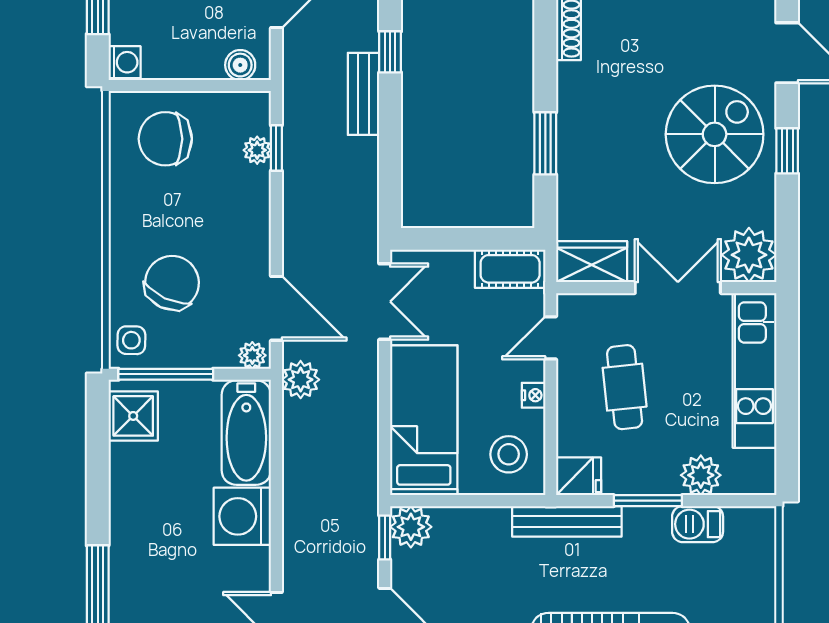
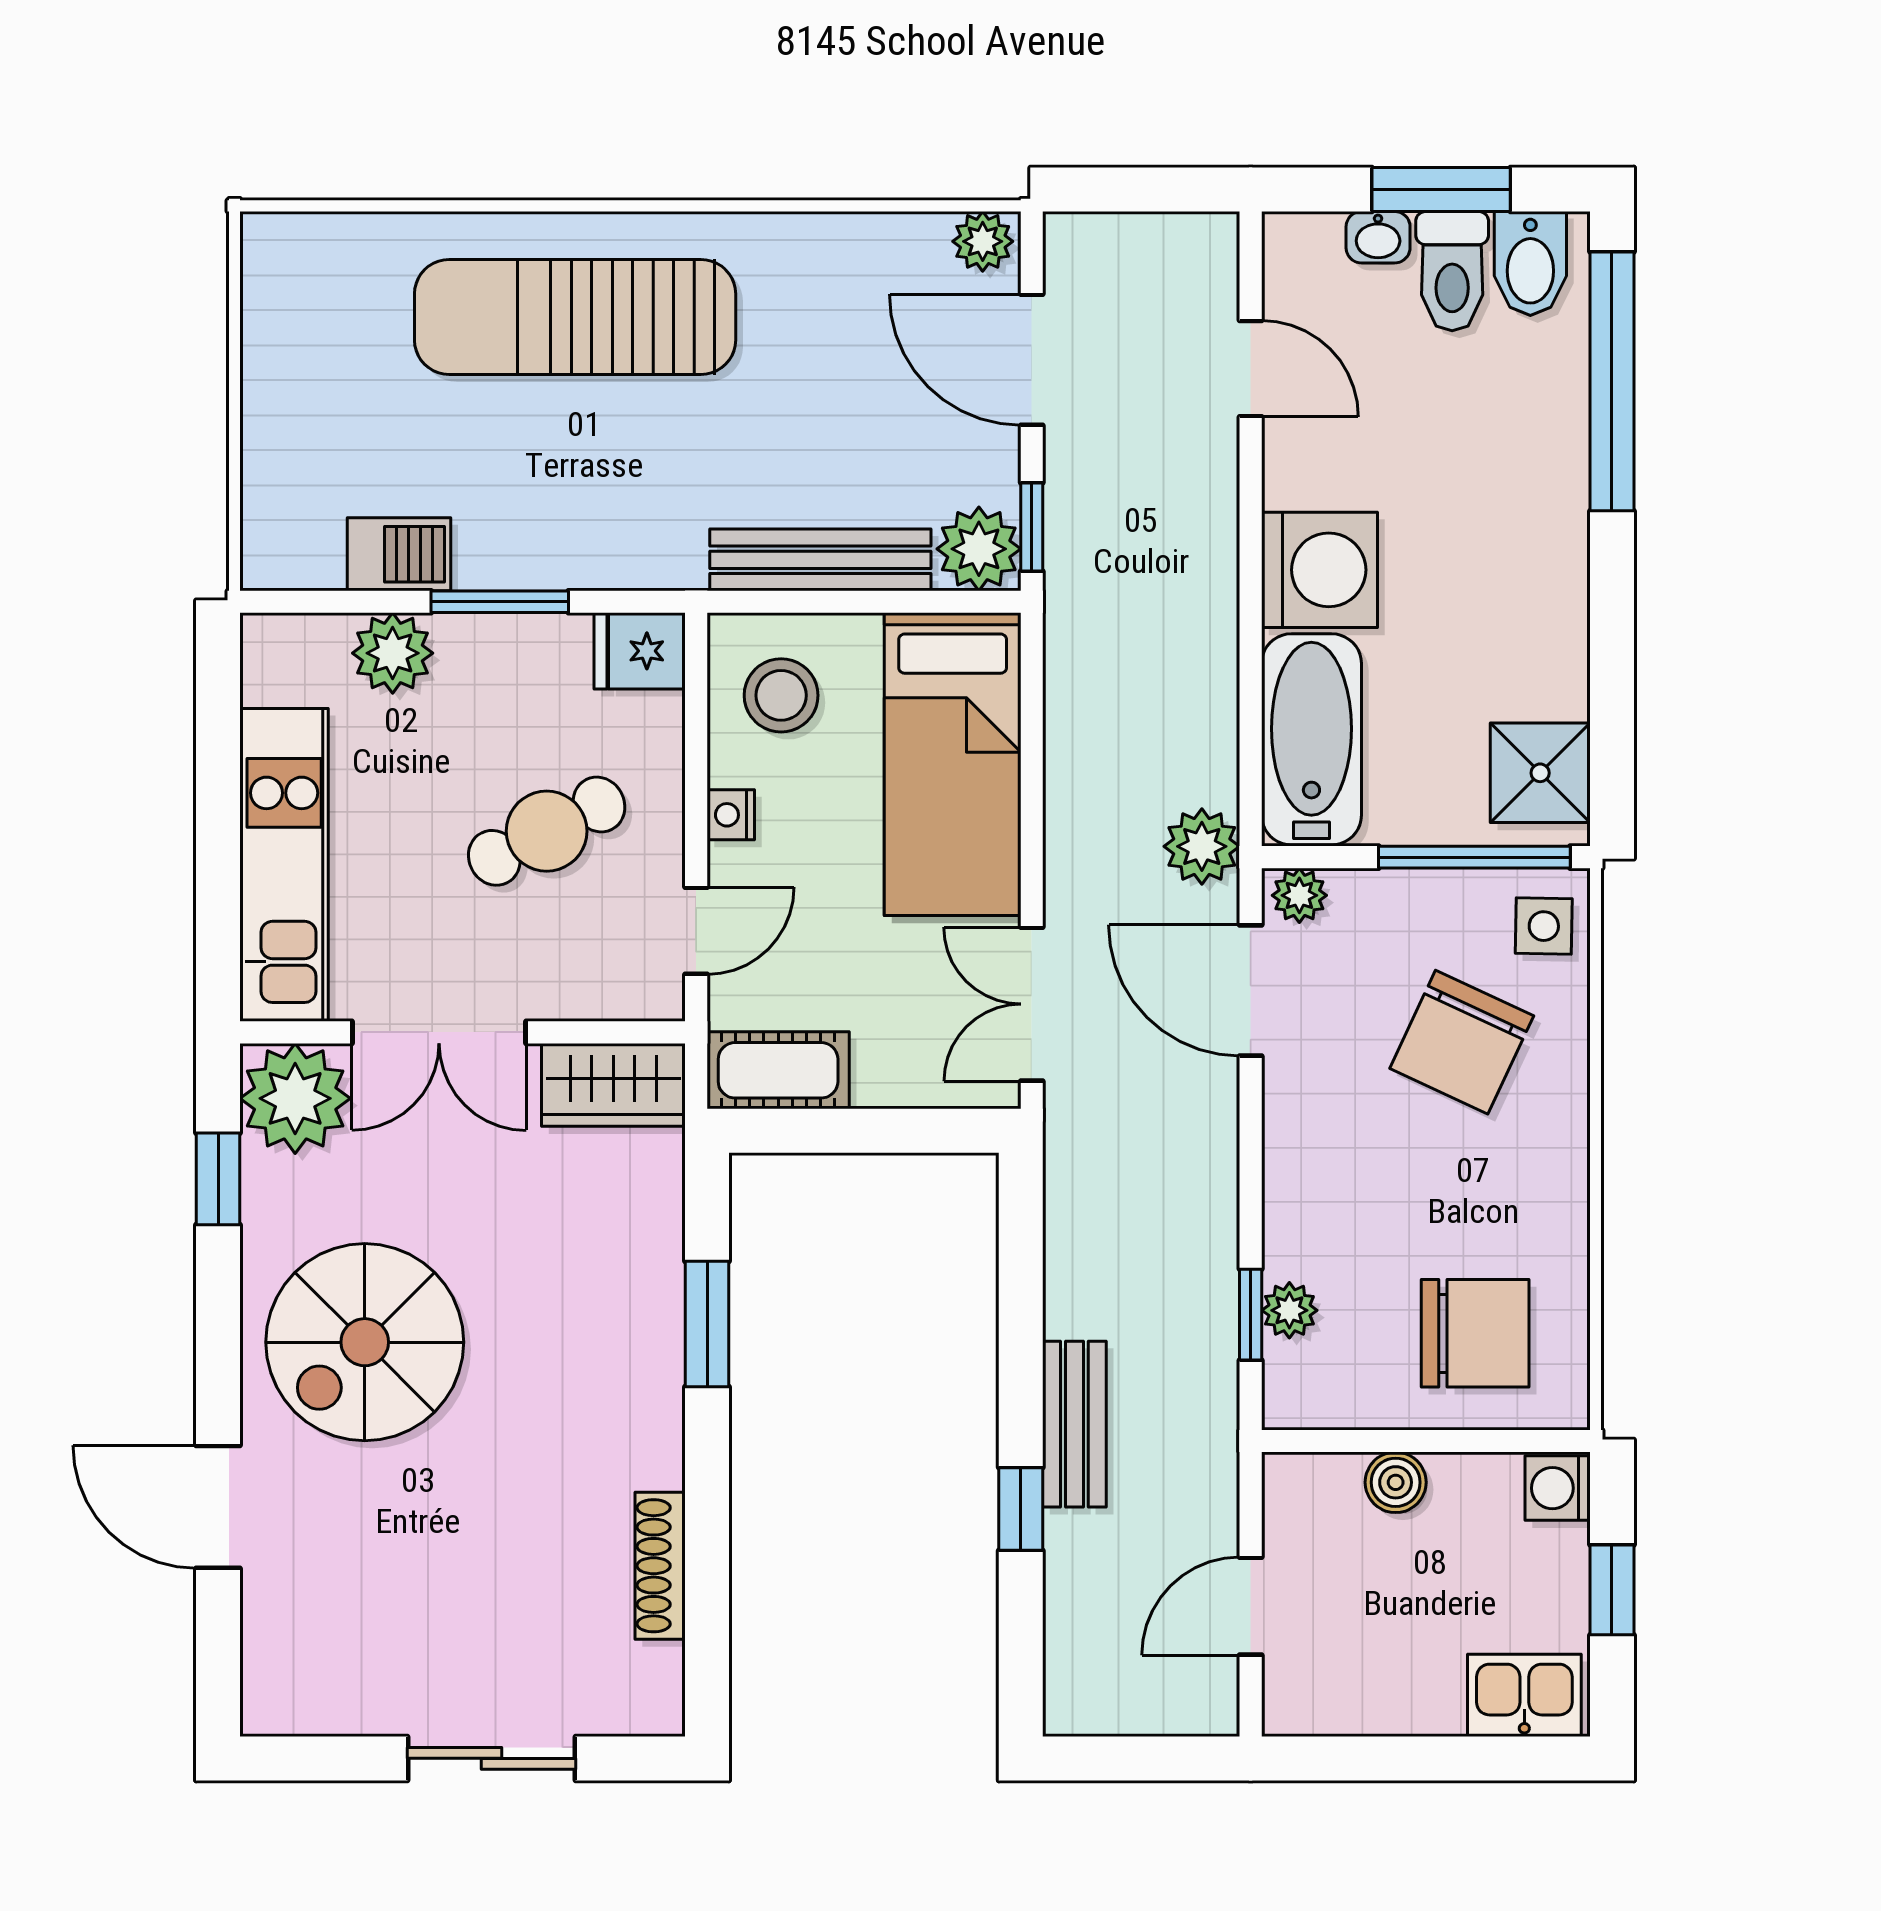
boiler: (240, 65) -> (1396, 1482), moved
window: (787, 151) -> (218, 1179), moved
cafe table: (625, 387) -> (547, 831), turned 69
bench: (567, 521) -> (820, 560), moved

